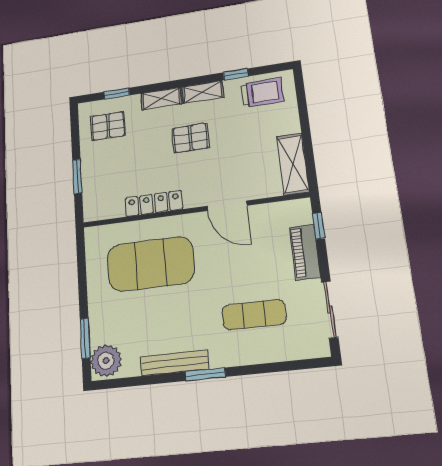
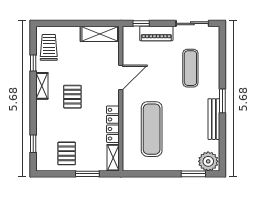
shelving: (161, 99) -> (113, 158), moved
pallet: (108, 126) -> (67, 153), moved
exercise mat: (151, 264) -> (152, 129), width x0.68

